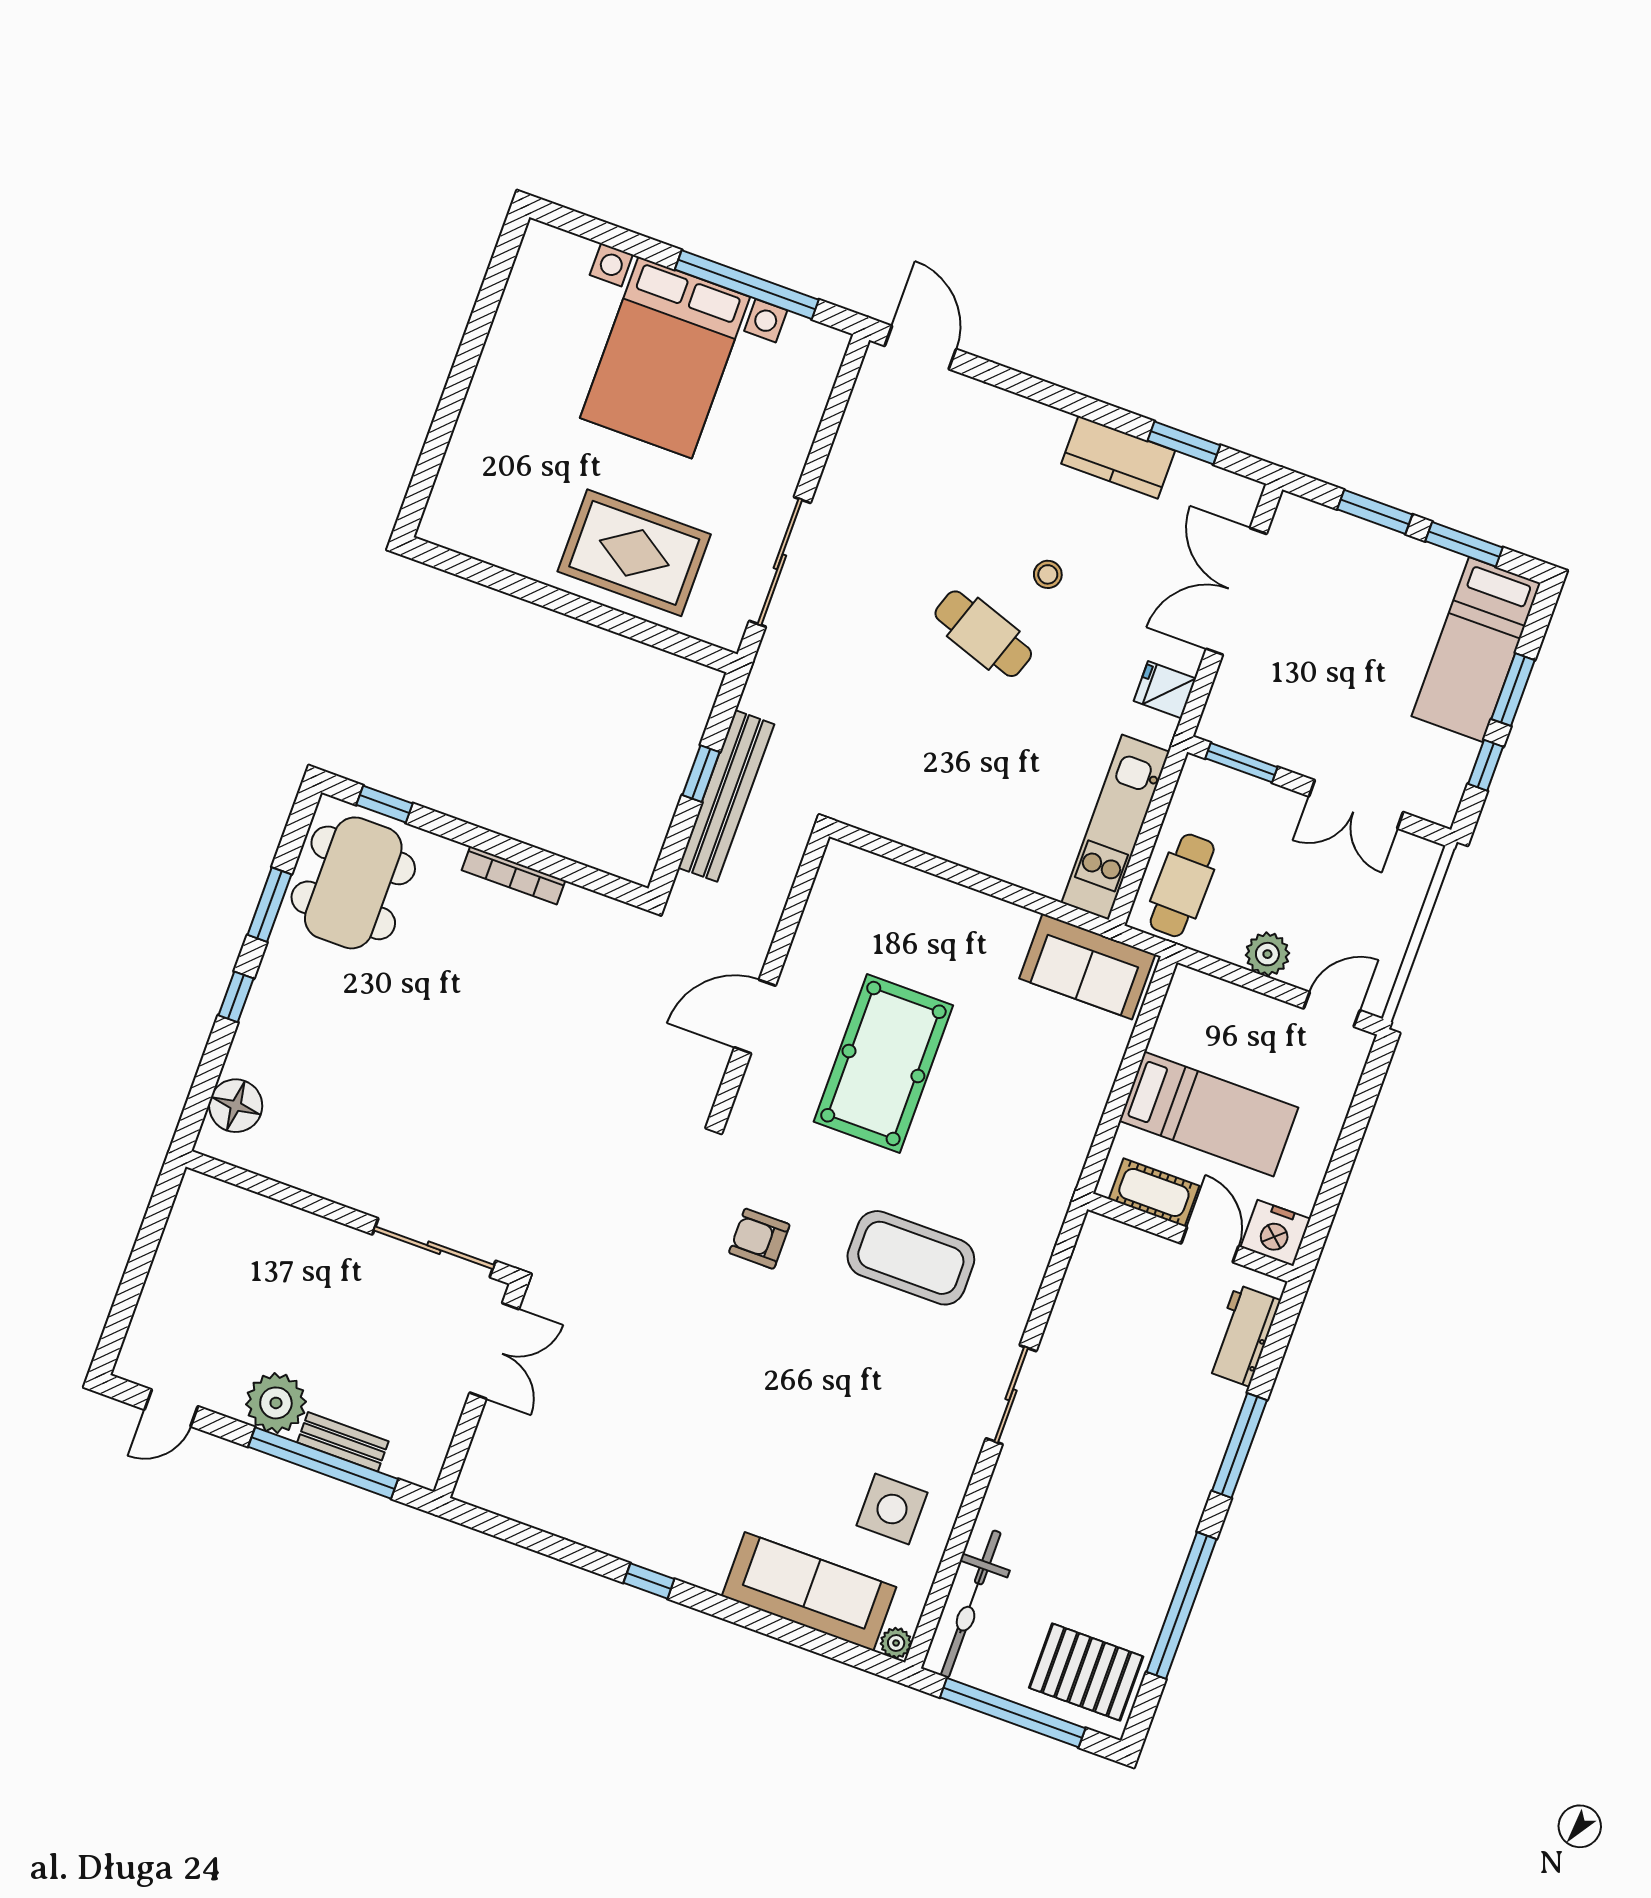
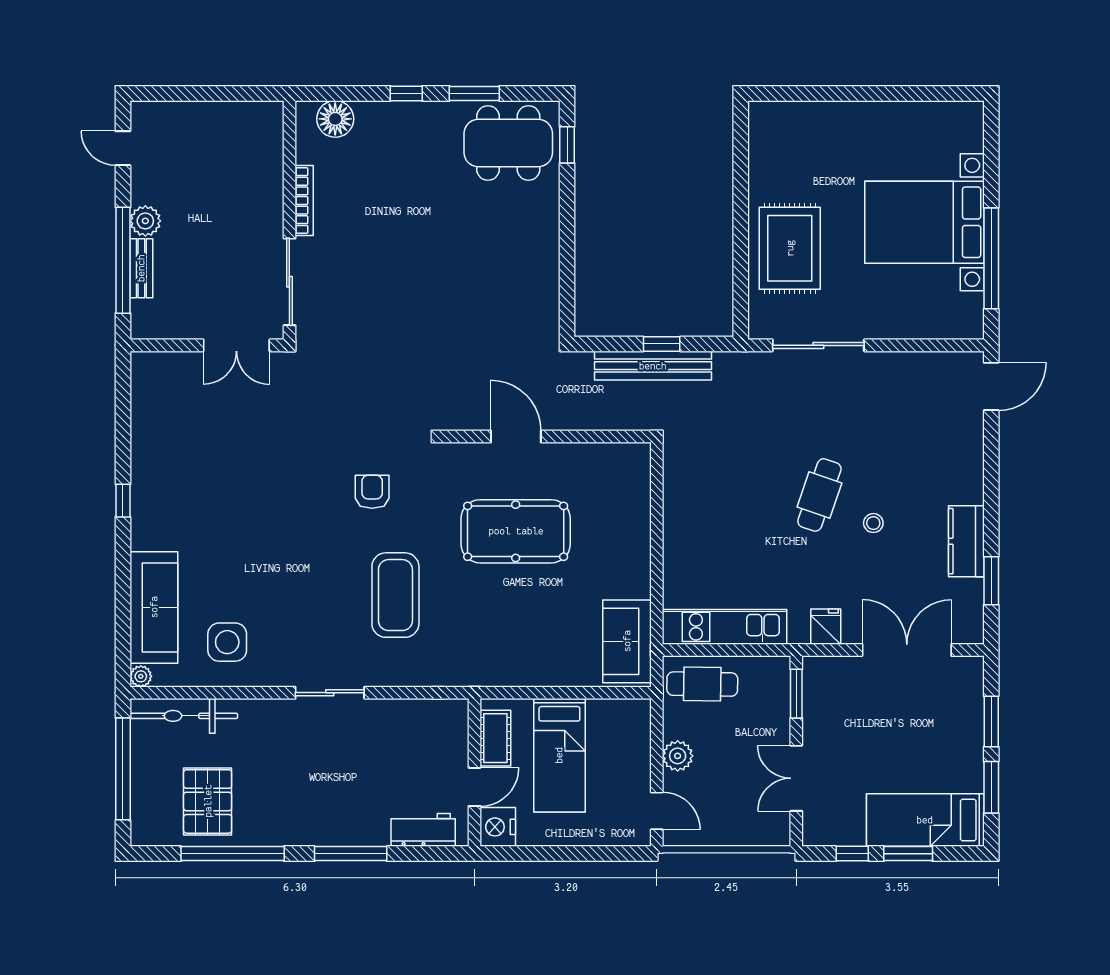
bookcase: (513, 875) -> (304, 200), moved, turned 180
plant: (276, 1403) -> (145, 221), width x0.73, depth x0.73
pallet: (1086, 1672) -> (208, 801), moved

